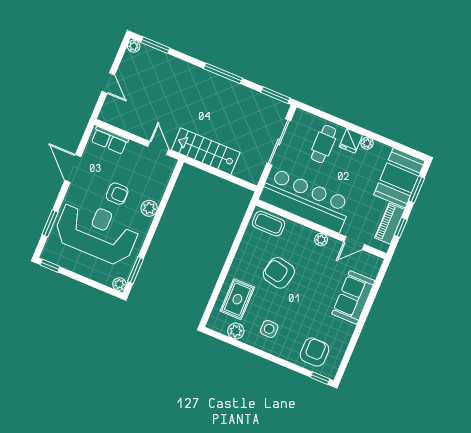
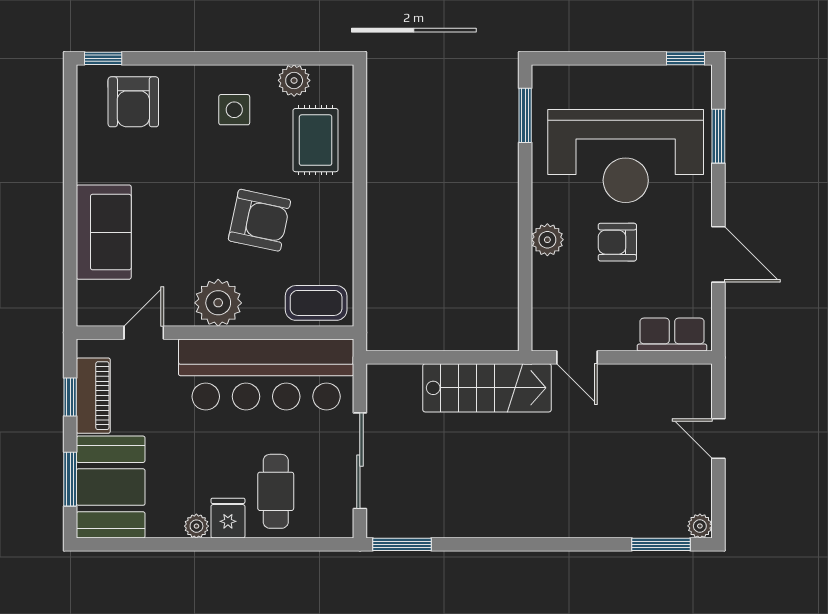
window: (223, 73) -> (515, 544), removed
plant: (321, 240) -> (218, 303), width x1.88, depth x1.88
plant: (119, 284) -> (544, 77), removed

